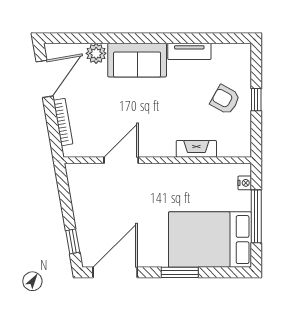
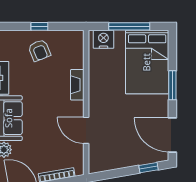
armchair: (225, 100) -> (39, 50), turned -51
fireplace: (196, 149) -> (77, 85), moved
nightstand: (245, 183) -> (103, 39), width x1.89, depth x1.79

